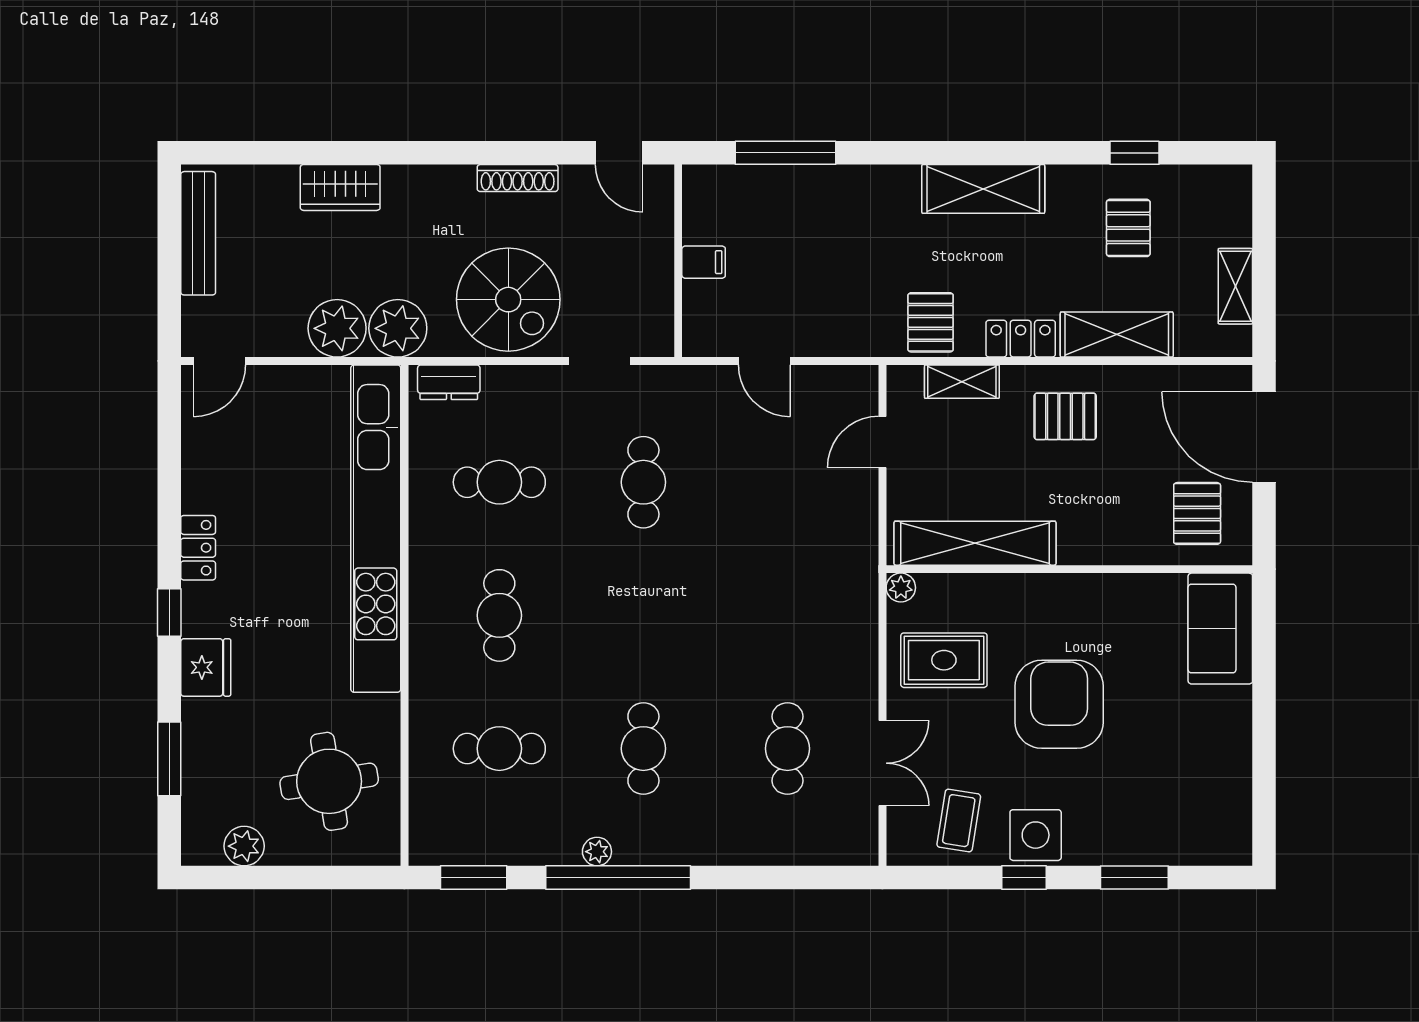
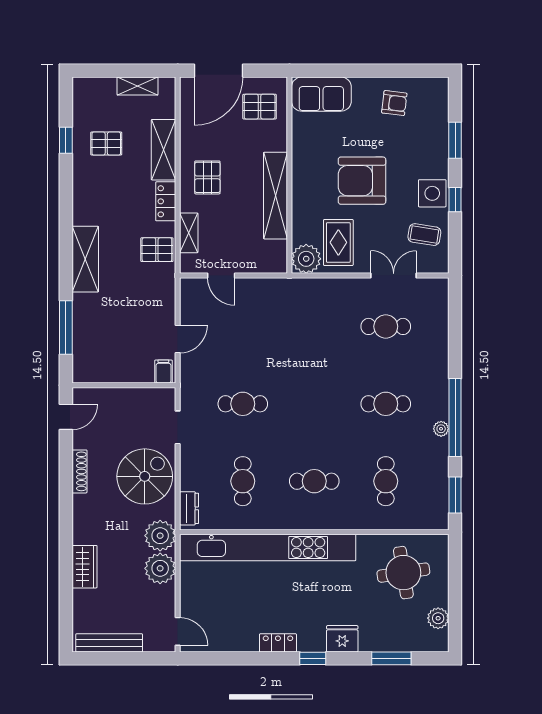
shelving: (983, 189) -> (85, 259), moved
filing cabinet: (704, 262) -> (163, 372), moved
shelving: (975, 543) -> (276, 196), moved
plant: (901, 588) -> (306, 259), width x1.87, depth x1.87
armchair: (1204, 764) -> (394, 103), added

